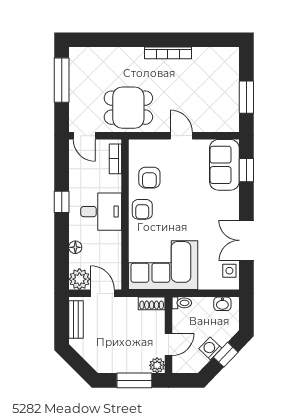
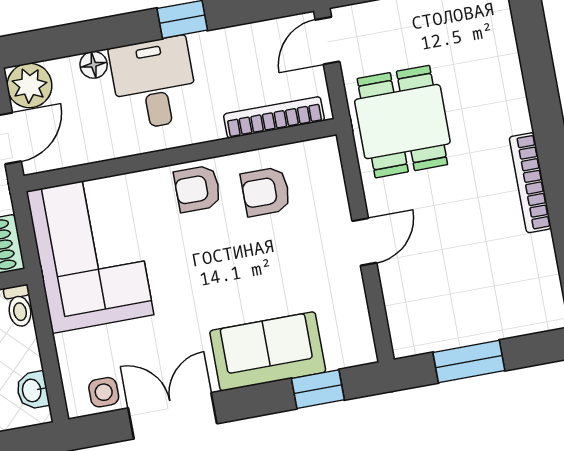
bookcase: (115, 159) -> (274, 117), width x1.56
sofa: (224, 165) -> (268, 351), moved
desk: (101, 212) -> (154, 83), moved, turned 180

